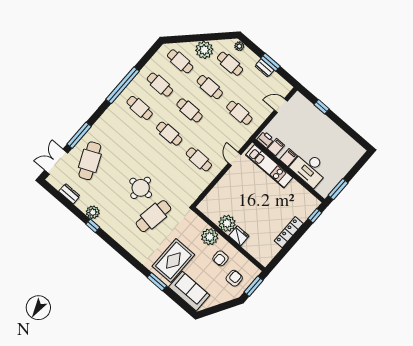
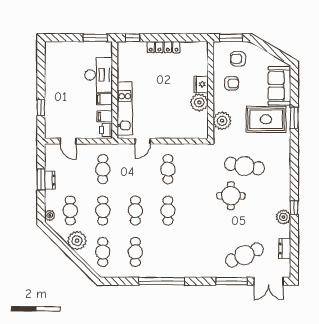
cafe table: (140, 108) -> (168, 252), removed
plant: (210, 237) -> (222, 121), moved

